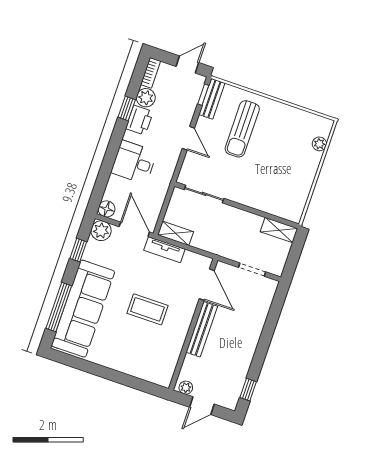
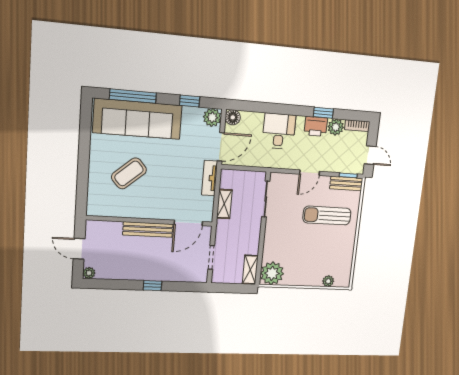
plant: (291, 207) -> (272, 273), added
shelving: (175, 233) -> (224, 204), moved
coffee table: (147, 309) -> (129, 173), moved, turned 49
plant: (186, 388) -> (89, 273), moved
window: (248, 390) -> (152, 286), moved

